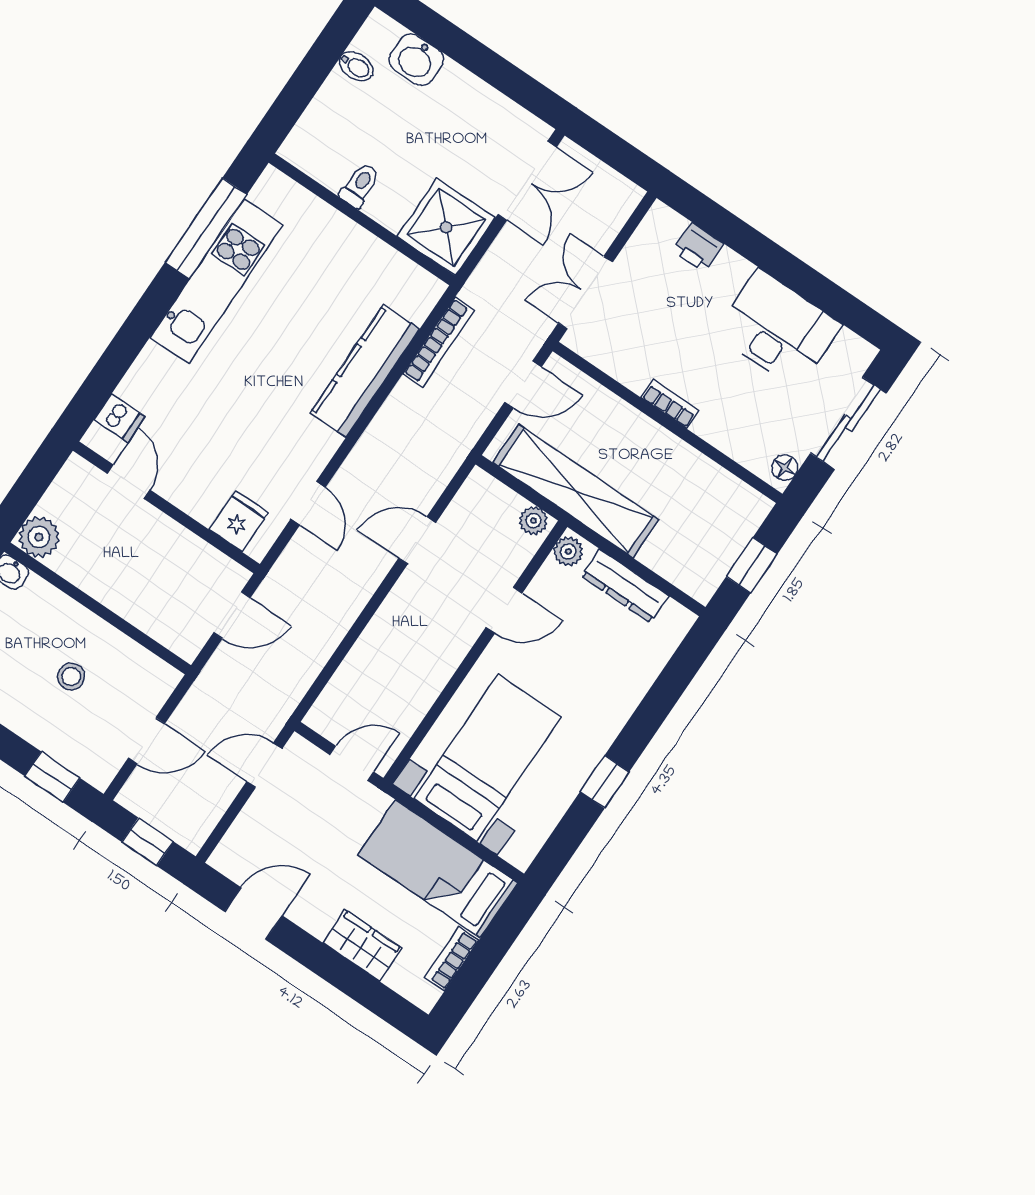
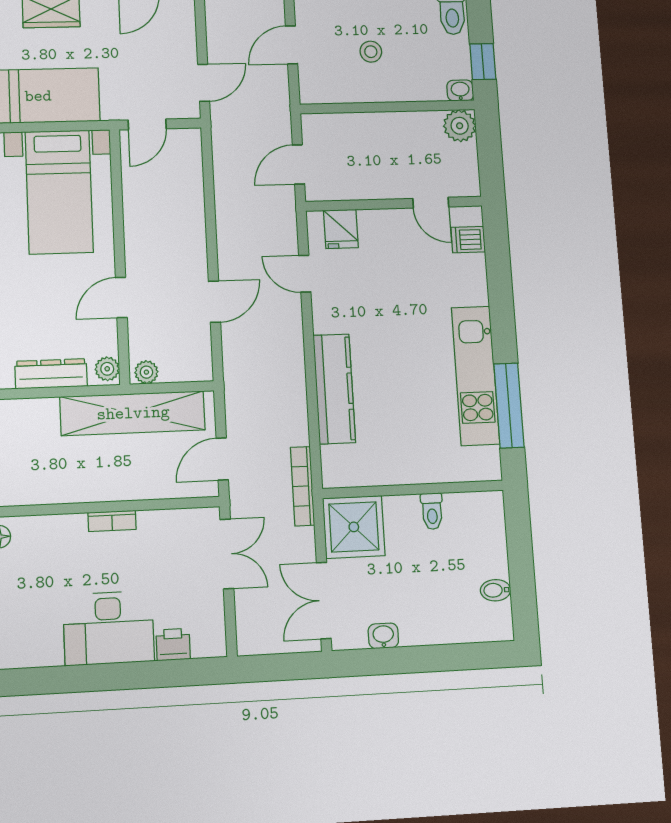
washbasin: (416, 60) -> (383, 636), moved, width x0.72, depth x0.69
desk: (778, 329) -> (109, 628), moved
bookcase: (439, 342) -> (303, 486), moved

